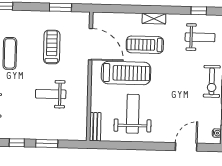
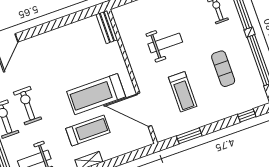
exercise bike: (188, 86) -> (28, 106), added
weight bench: (133, 114) -> (73, 55), removed

